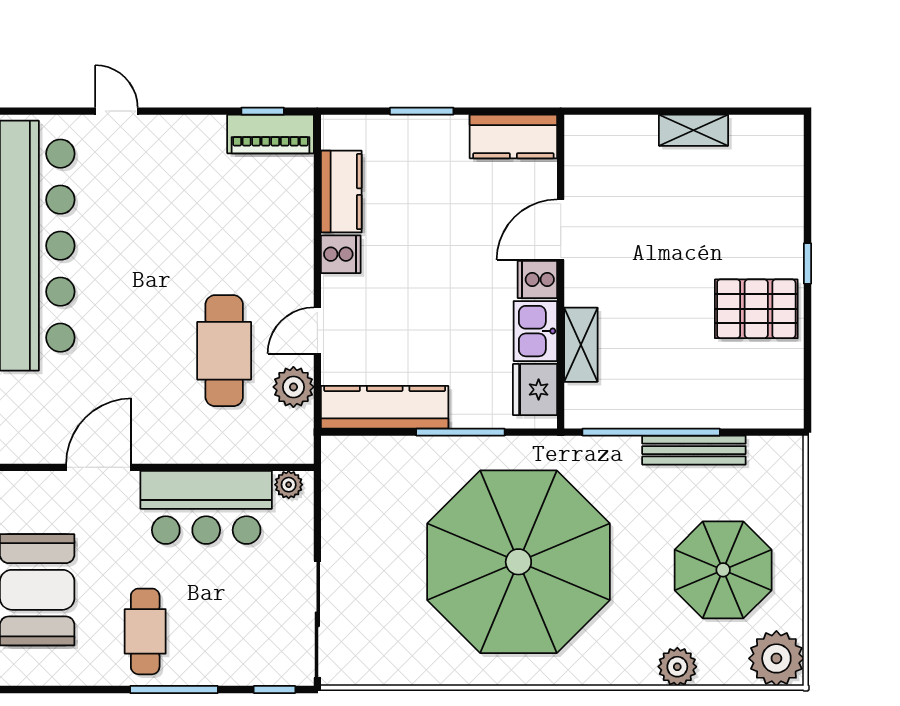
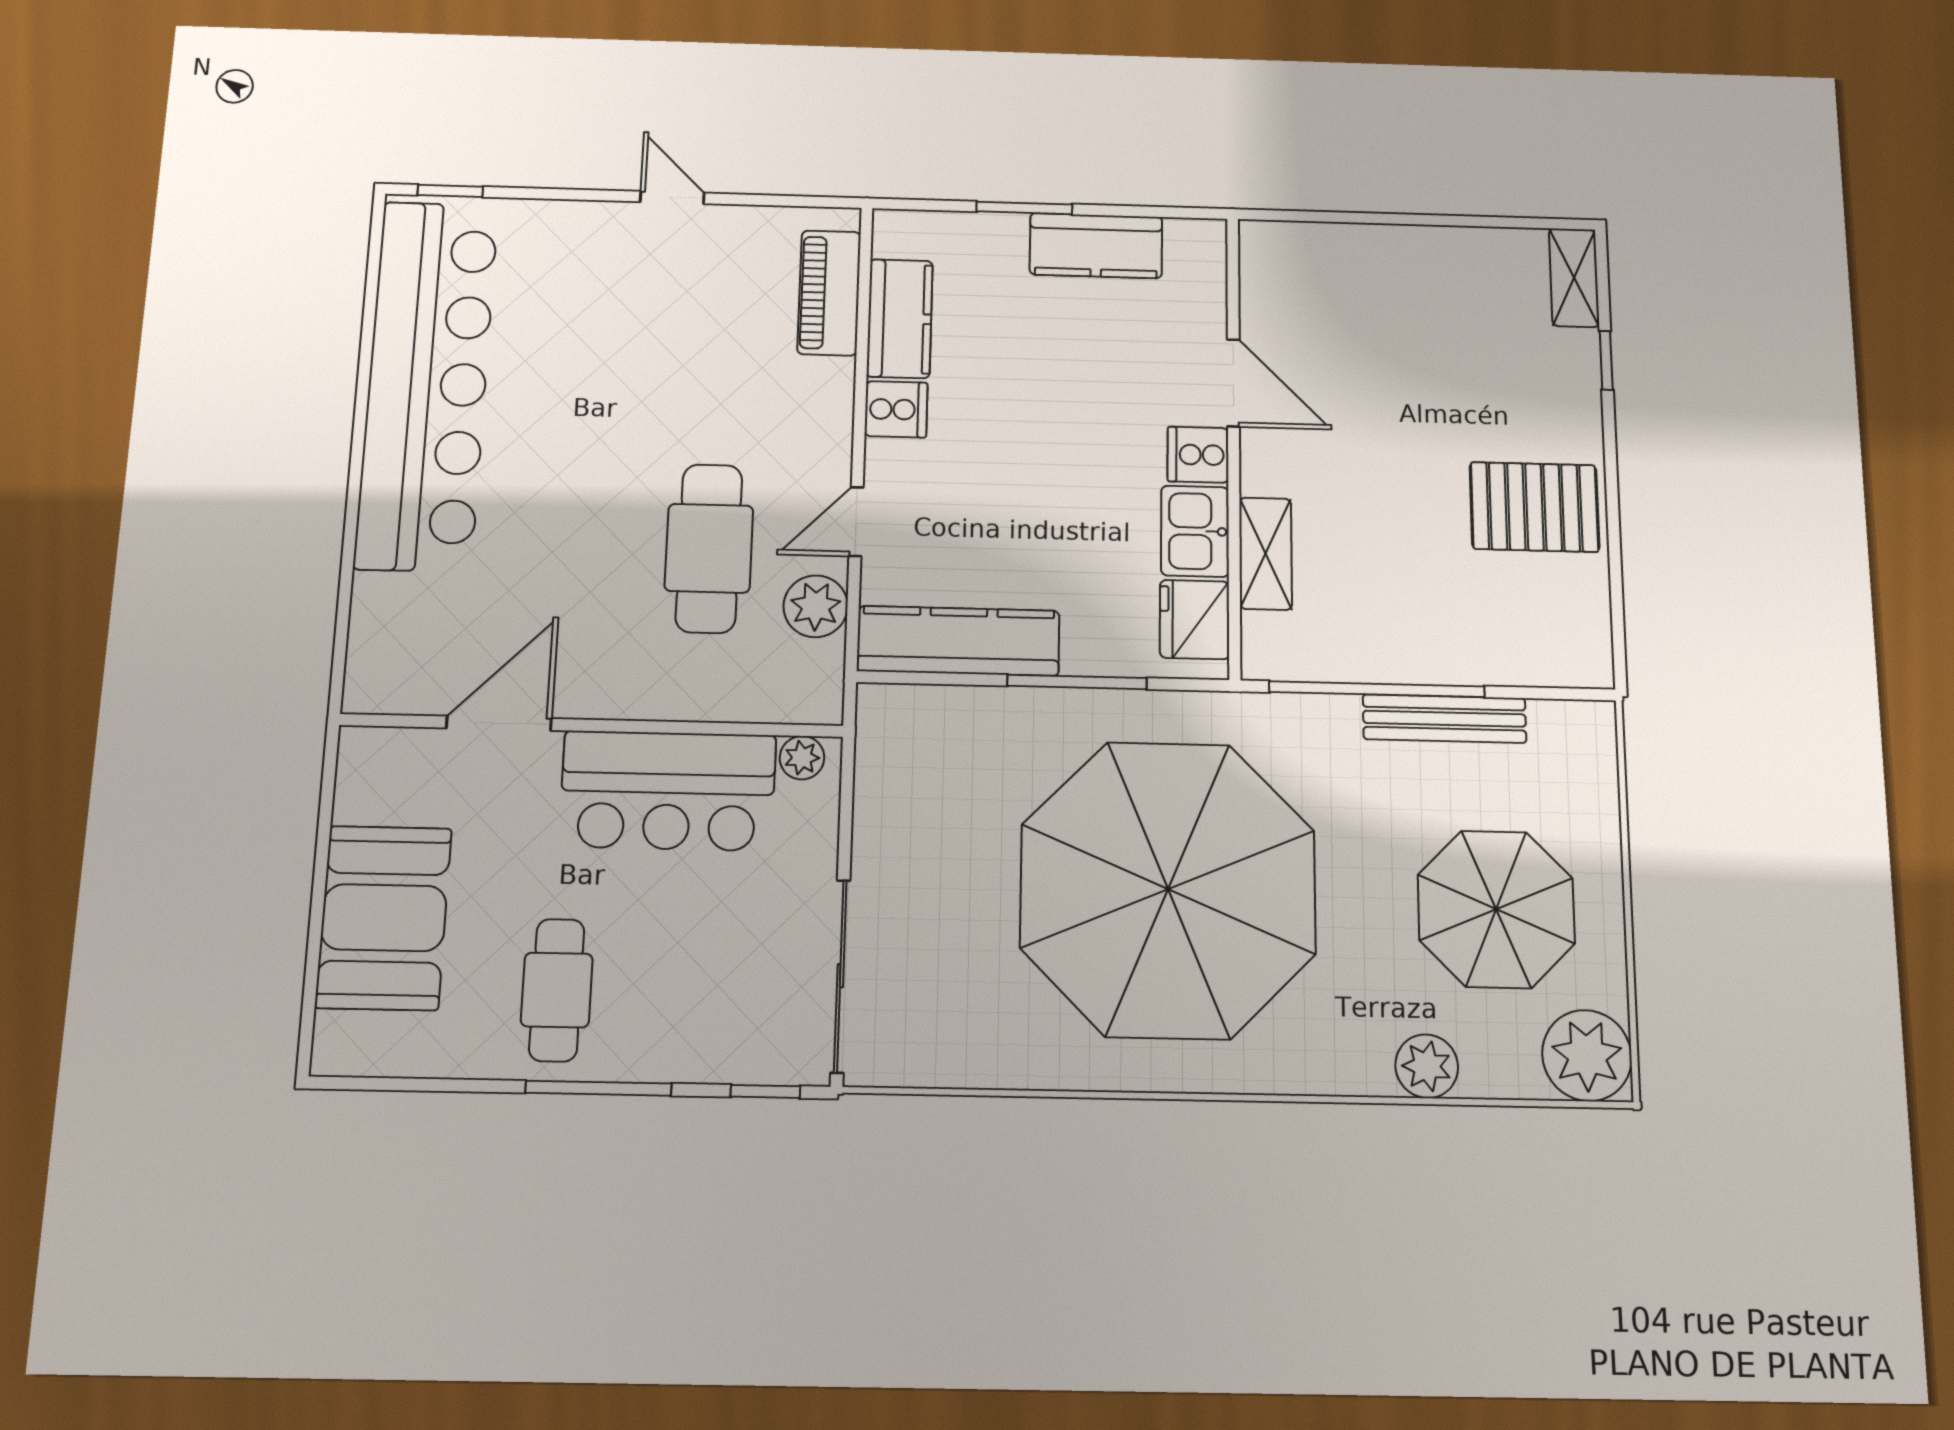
door: (116, 111) -> (672, 197), moved
window: (263, 111) -> (450, 191), moved
shelving: (694, 130) -> (1574, 278), moved, turned 90
piano: (270, 134) -> (829, 293), moved, turned 90
kitchen counter: (513, 136) -> (1096, 246), moved
door: (561, 230) -> (1233, 383), swing flipped
window: (807, 263) -> (1606, 360), moved

